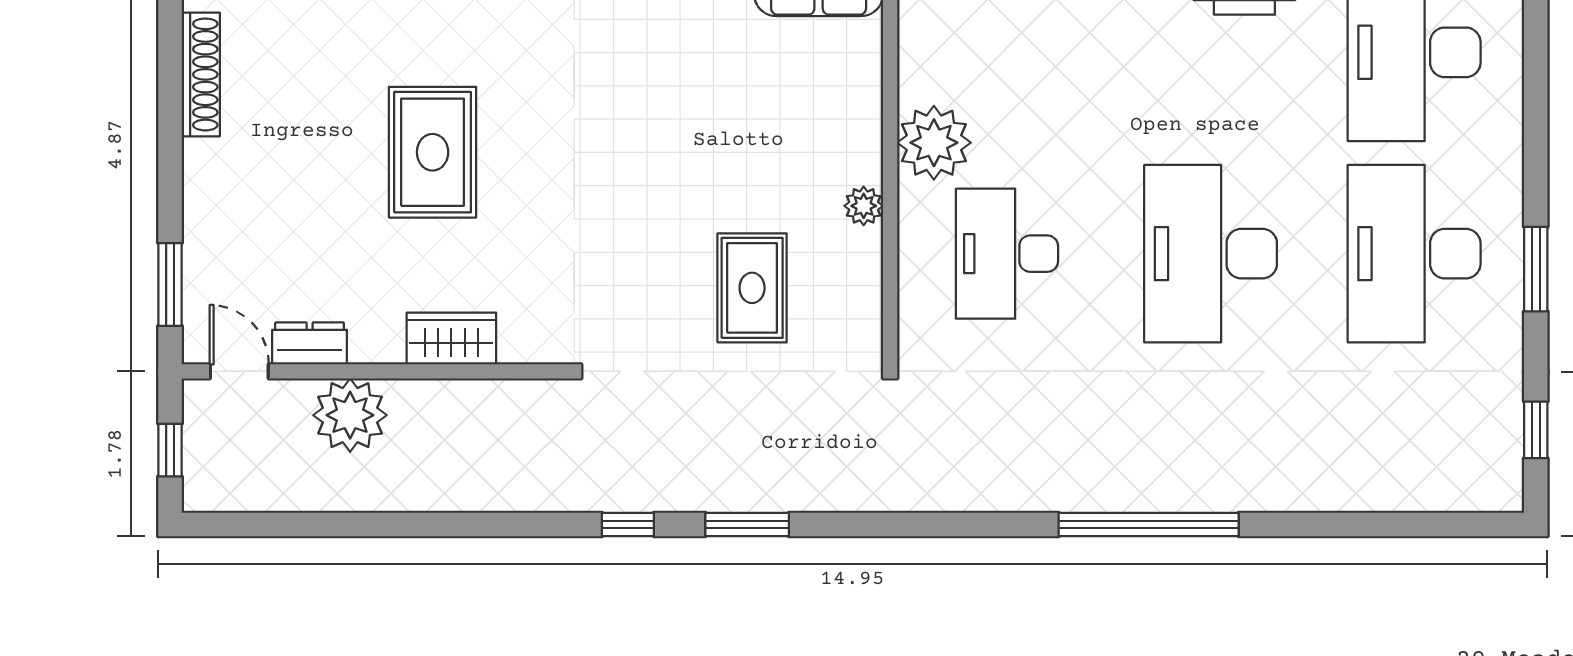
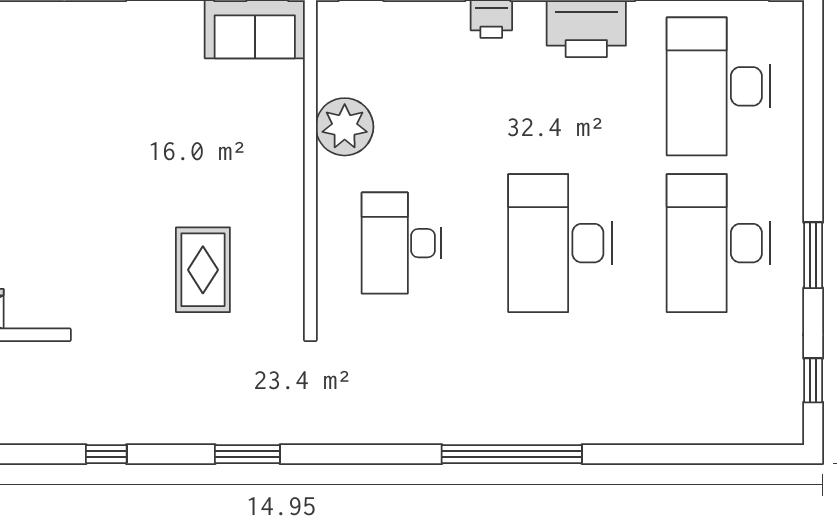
plant: (934, 143) -> (345, 127), moved
plant: (864, 206) -> (290, 206), removed
window: (747, 525) -> (247, 454), moved

